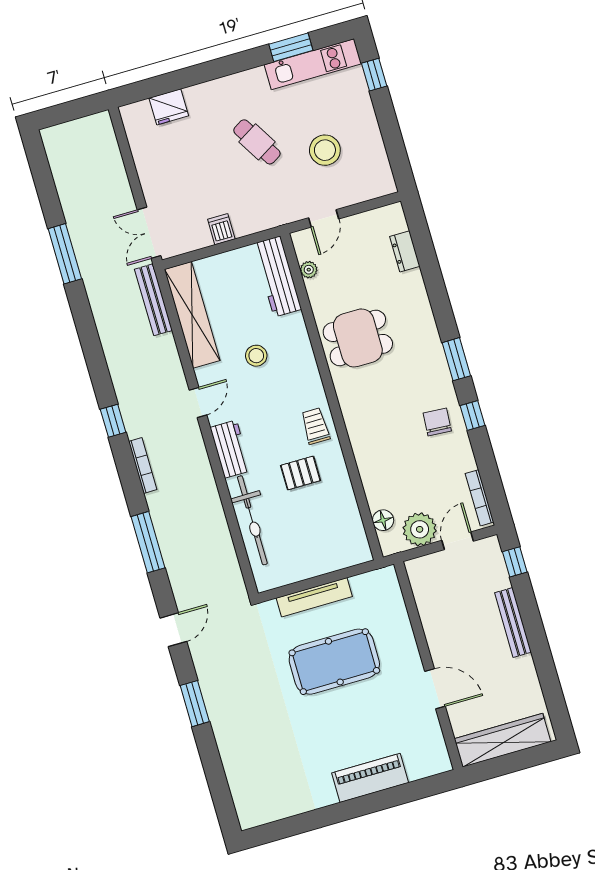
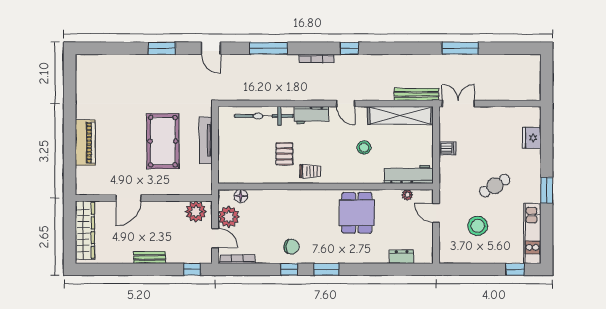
window: (291, 47) -> (547, 190), moved
plant: (426, 581) -> (196, 212), added
bench: (513, 622) -> (149, 257), width x0.73

